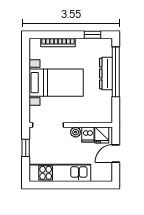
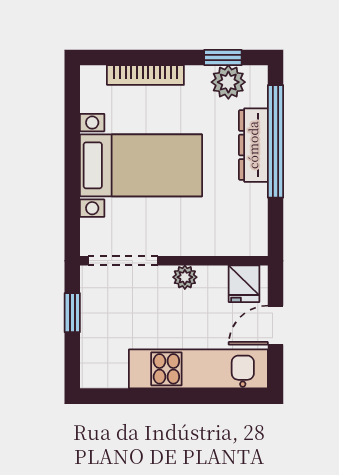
plant: (95, 46) -> (228, 82), added
dishwasher: (88, 135) -> (213, 283), removed
kitchen unit: (60, 173) -> (198, 369), moved

